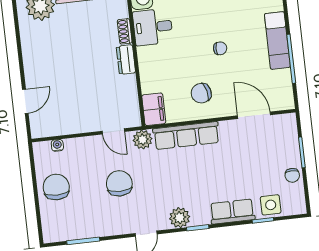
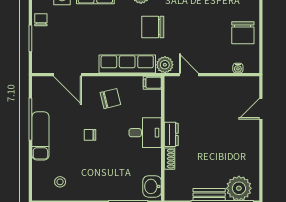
desk: (153, 27) -> (145, 133), moved
filing cabinet: (154, 109) -> (152, 83), width x0.50
chair: (119, 183) -> (153, 27), moved, turned 90

